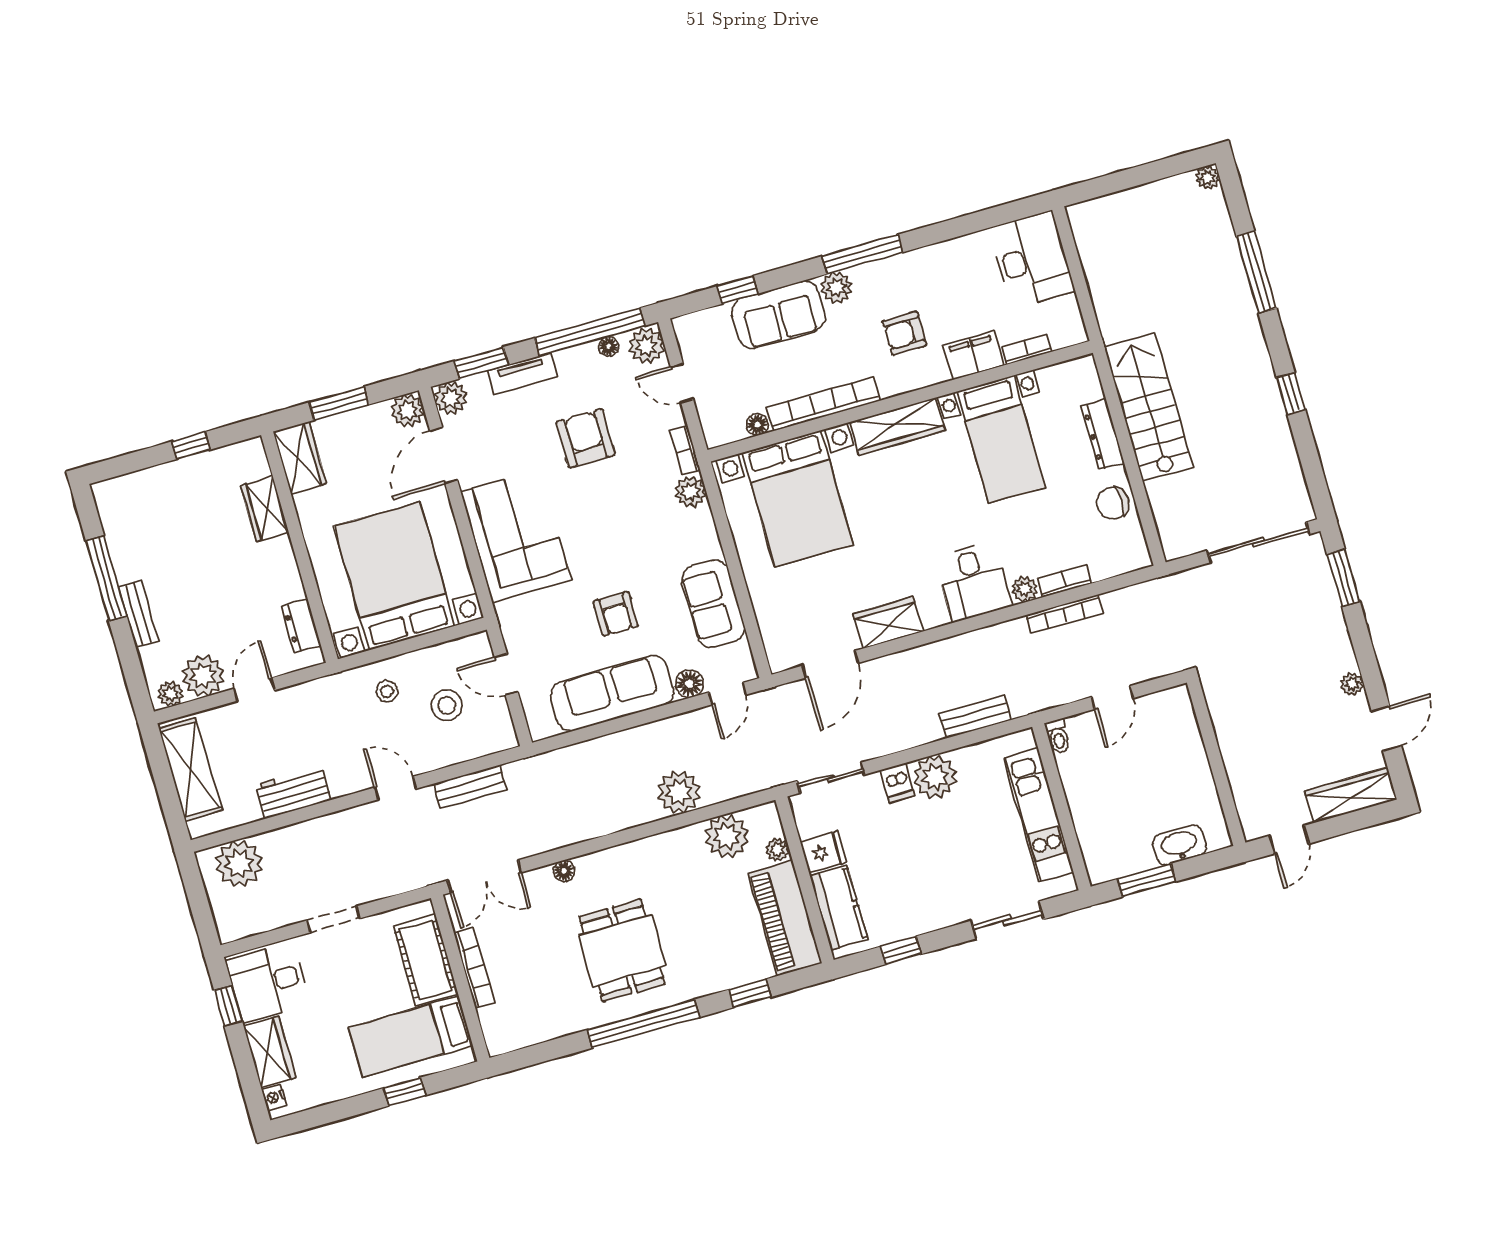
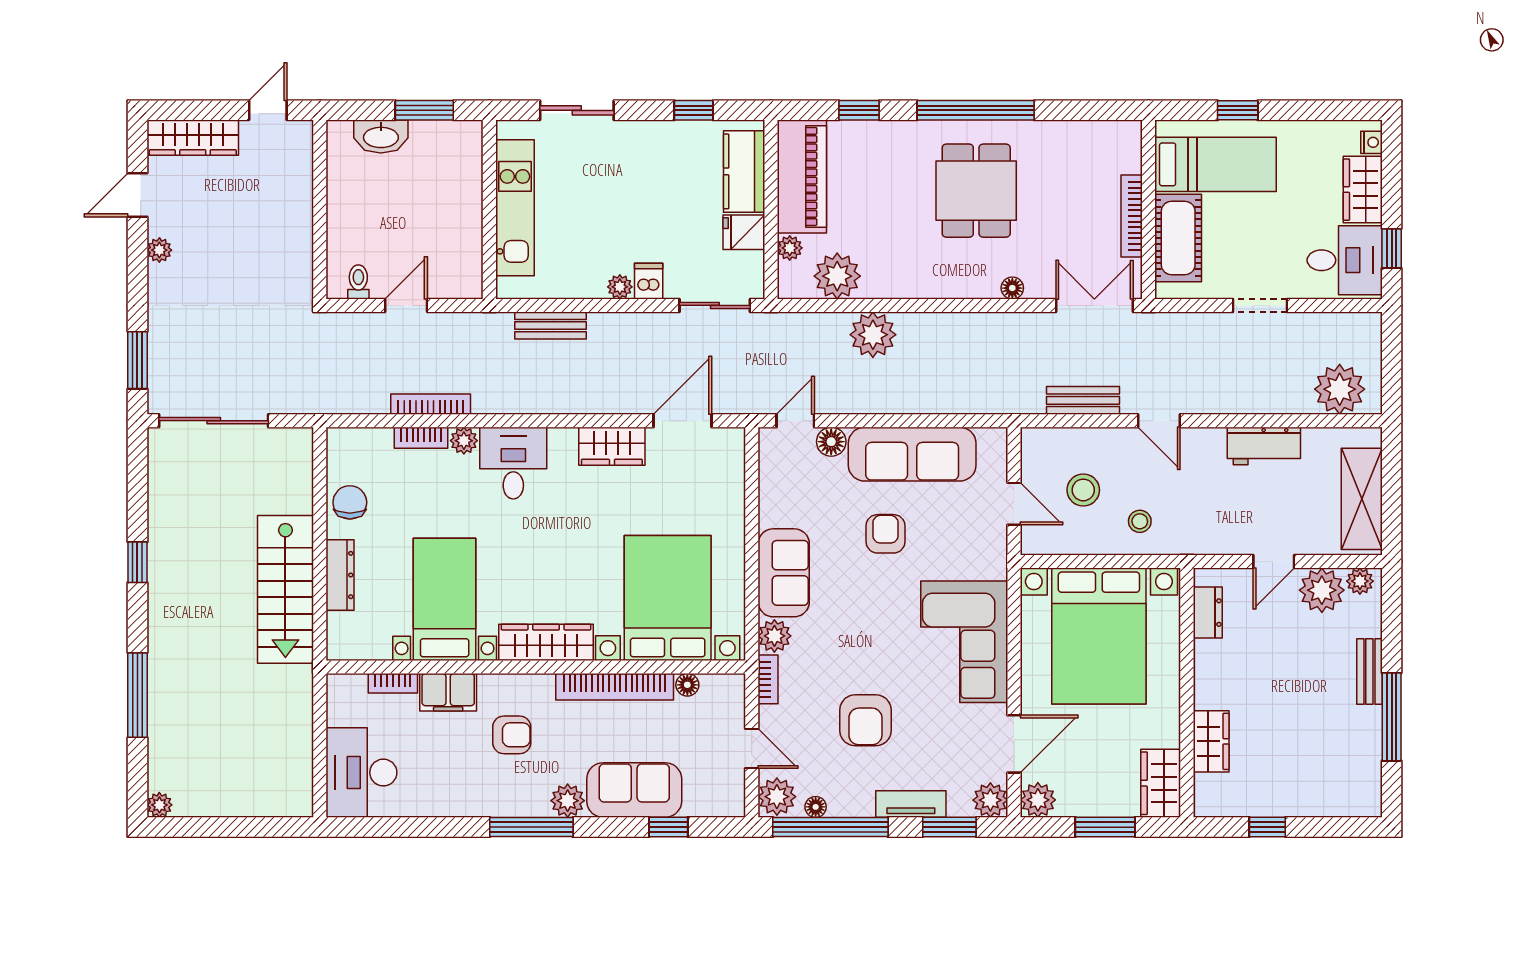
chair: (1113, 503) -> (350, 502), turned -90
sofa: (713, 603) -> (784, 573), moved
toilet: (1058, 736) -> (358, 282), moved
plant: (935, 777) -> (620, 287), width x0.53, depth x0.53

